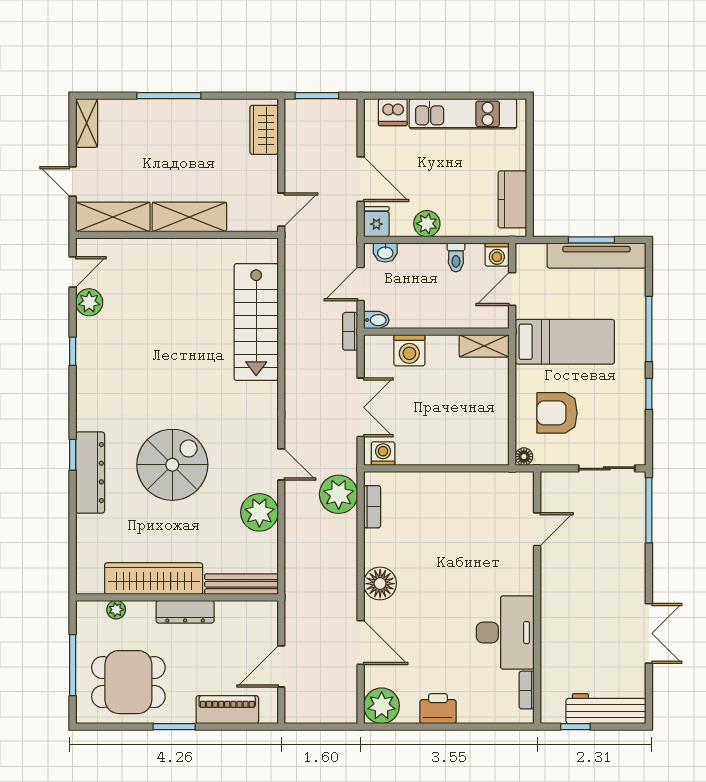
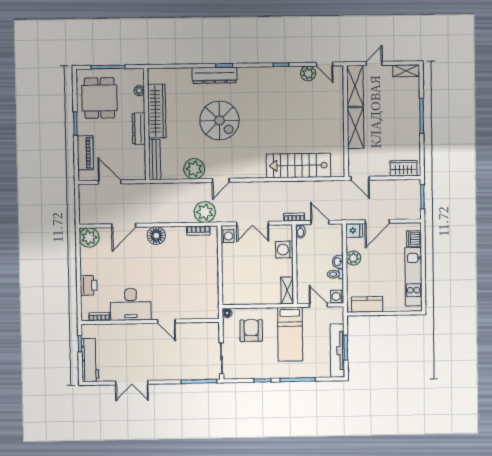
washbasin: (385, 252) -> (338, 262), moved
door: (537, 529) -> (166, 321), moved
printer: (438, 709) -> (89, 285), moved

